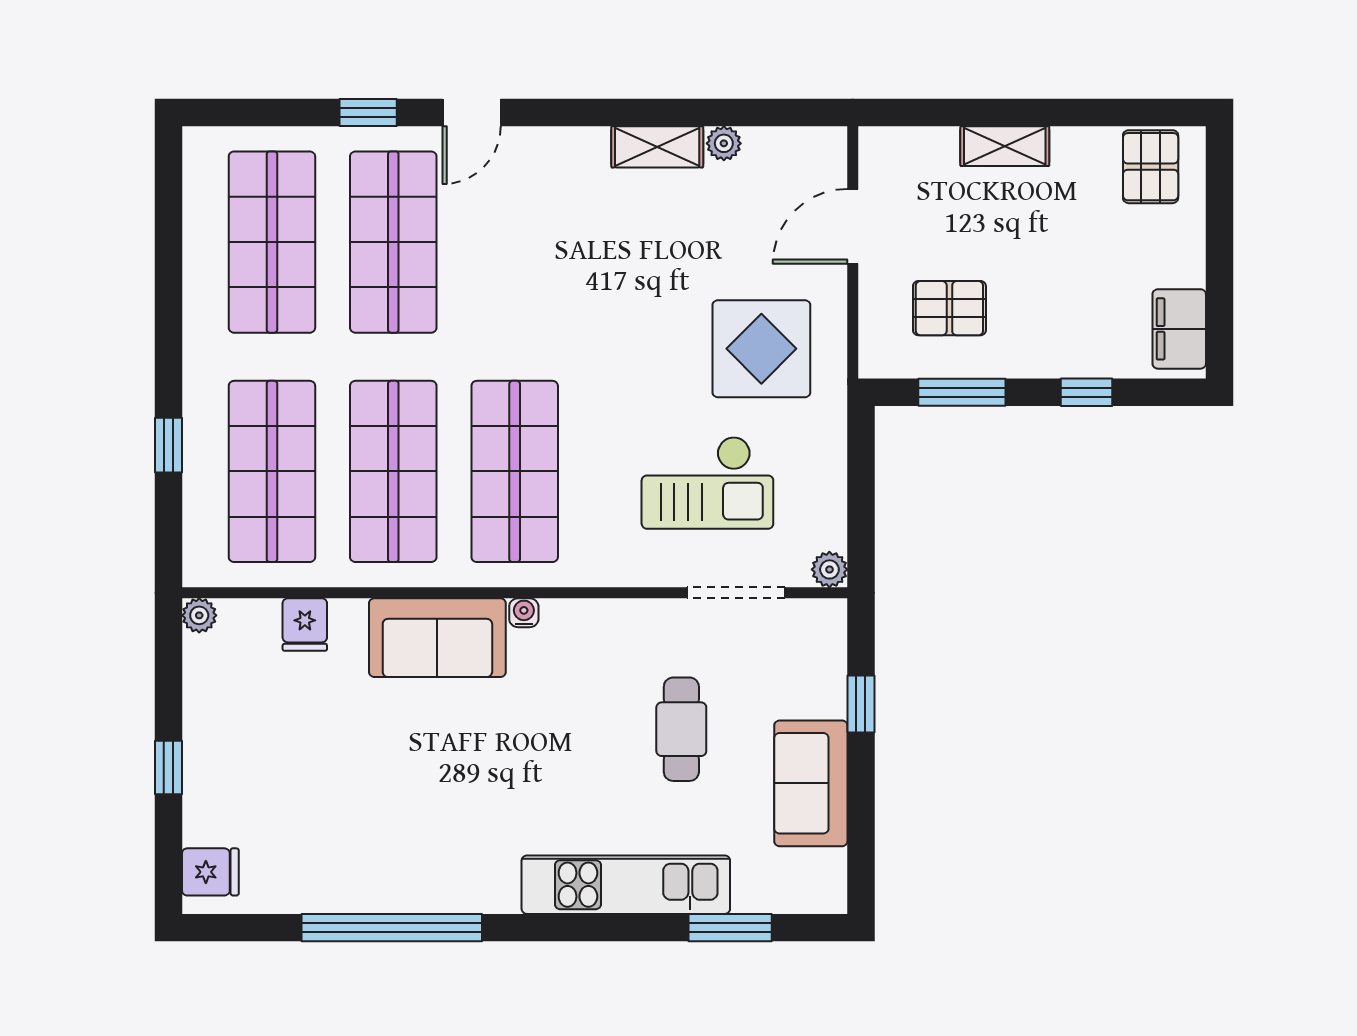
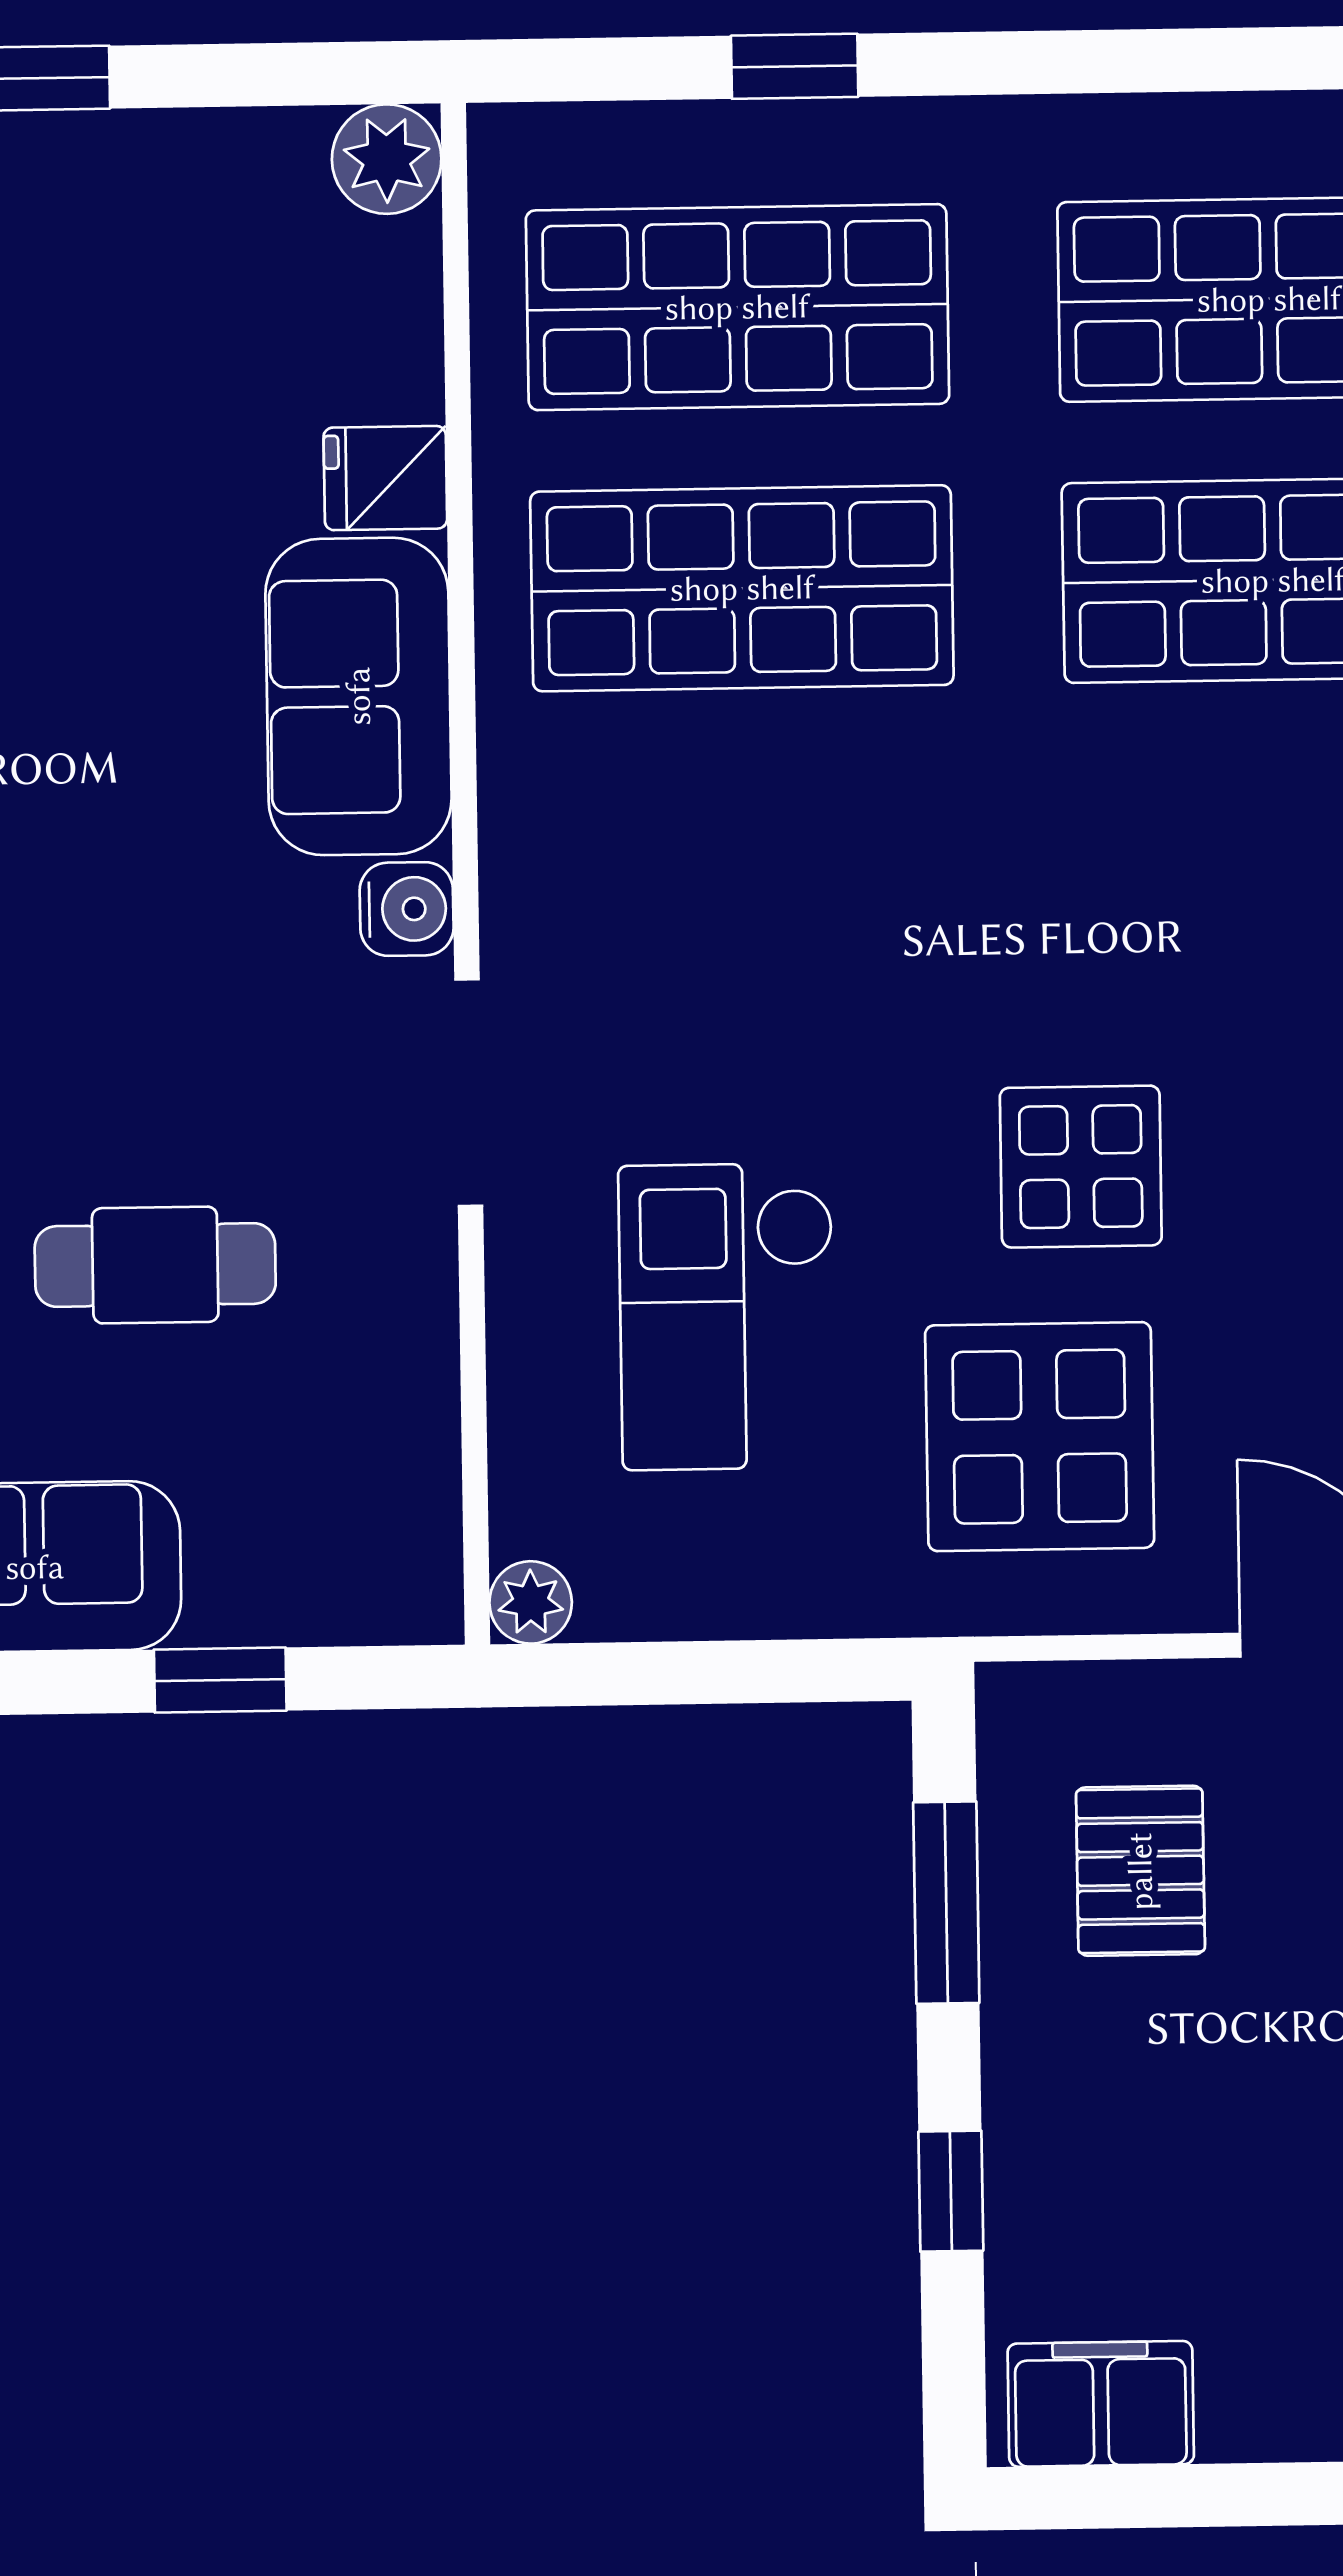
display table: (645, 329) -> (1081, 1167), added
shop shelf: (515, 471) -> (746, 869), removed
doorway: (736, 593) -> (469, 1093), moved
water cooler: (524, 613) -> (407, 909), width x1.38, depth x1.38
plant: (199, 615) -> (387, 159), width x1.38, depth x1.38
fridge: (305, 625) -> (385, 478), moved

